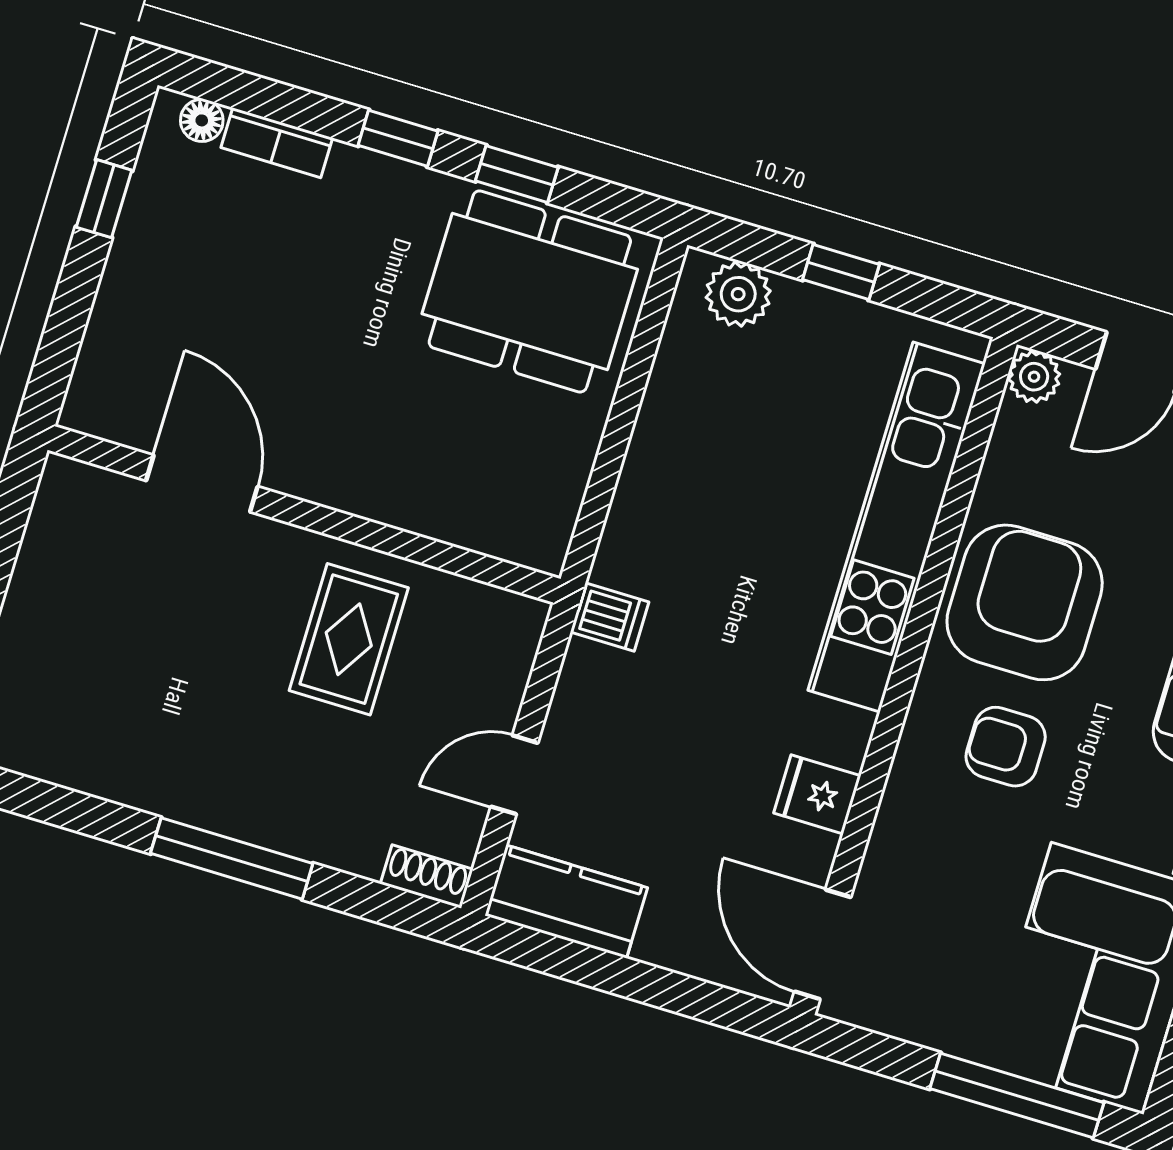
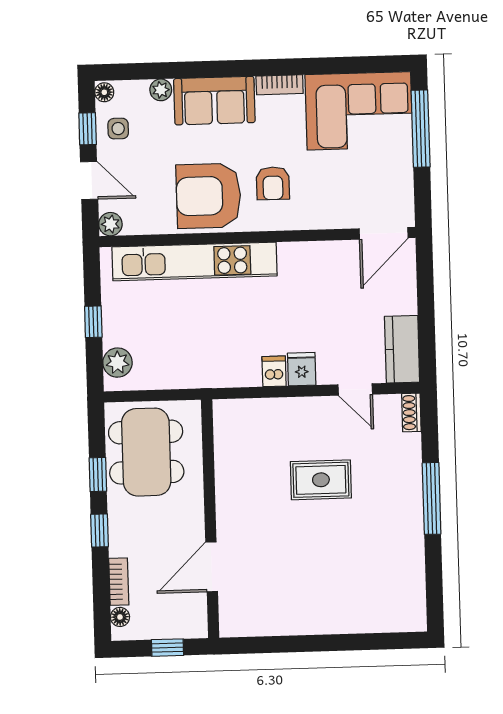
door: (202, 484) -> (212, 567), moved
wall: (304, 514) -> (210, 519), moved
fridge: (817, 794) -> (302, 369), moved, turned 180

